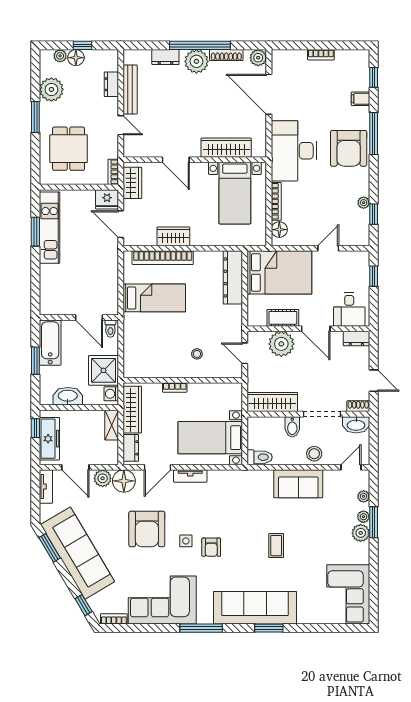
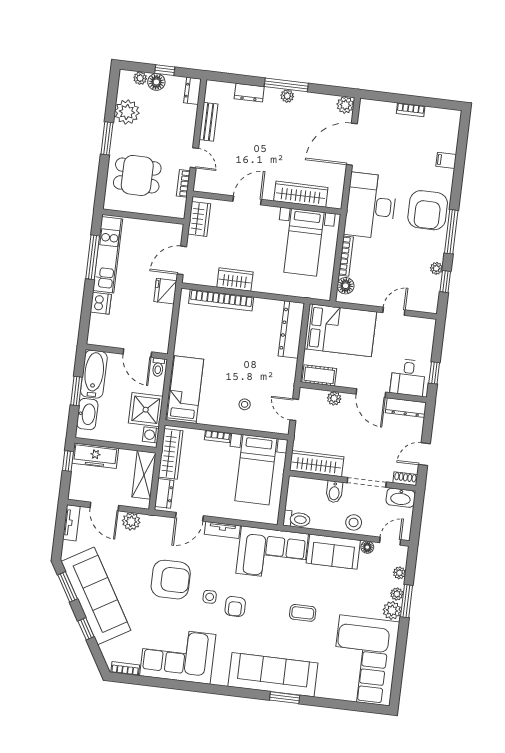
window: (200, 45) -> (286, 85), width x0.68
shoe rack: (226, 55) -> (312, 98), removed
plant: (196, 61) -> (287, 96), width x0.53, depth x0.53
window: (374, 77) -> (462, 140), removed
dresser: (111, 84) -> (193, 91), moved
bench: (130, 89) -> (209, 122), width x0.73
door: (269, 94) -> (352, 144), hinge flipped
window: (374, 133) -> (451, 232), moved
dining table: (69, 149) -> (137, 175), turned 90
door: (176, 160) -> (247, 200), swing flipped
bookcase: (113, 172) -> (183, 183), moved
fridge: (107, 199) -> (165, 291), moved, turned 90
door: (121, 224) -> (182, 260), hinge flipped
window: (35, 232) -> (93, 257), width x1.44
dishwasher: (49, 274) -> (101, 303), added
window: (374, 276) -> (434, 373), moved
bed: (154, 298) -> (185, 390), moved, turned -90
cot: (283, 318) -> (319, 375), moved
dresser: (356, 339) -> (406, 408), width x1.44
plant: (281, 344) -> (334, 398), width x0.53, depth x0.53
door: (374, 381) -> (424, 454), swing flipped
washbasin: (68, 396) -> (87, 414), moved, turned 90
shelving: (112, 425) -> (144, 475), width x1.50, depth x1.33
bed with nightstands: (210, 438) -> (256, 470), moved, turned -90
freezer: (49, 439) -> (95, 456), moved, turned 90
floor lamp: (124, 481) -> (367, 547), moved, width x0.53, depth x0.53
corner sofa: (240, 493) -> (272, 554), added
armchair: (147, 529) -> (171, 580), turned -90
coffee table: (276, 546) -> (303, 613), turned 90
corner sofa: (348, 594) -> (365, 660), width x1.36, depth x1.36
window: (84, 605) -> (86, 629), moved
window: (201, 628) -> (214, 689), removed

